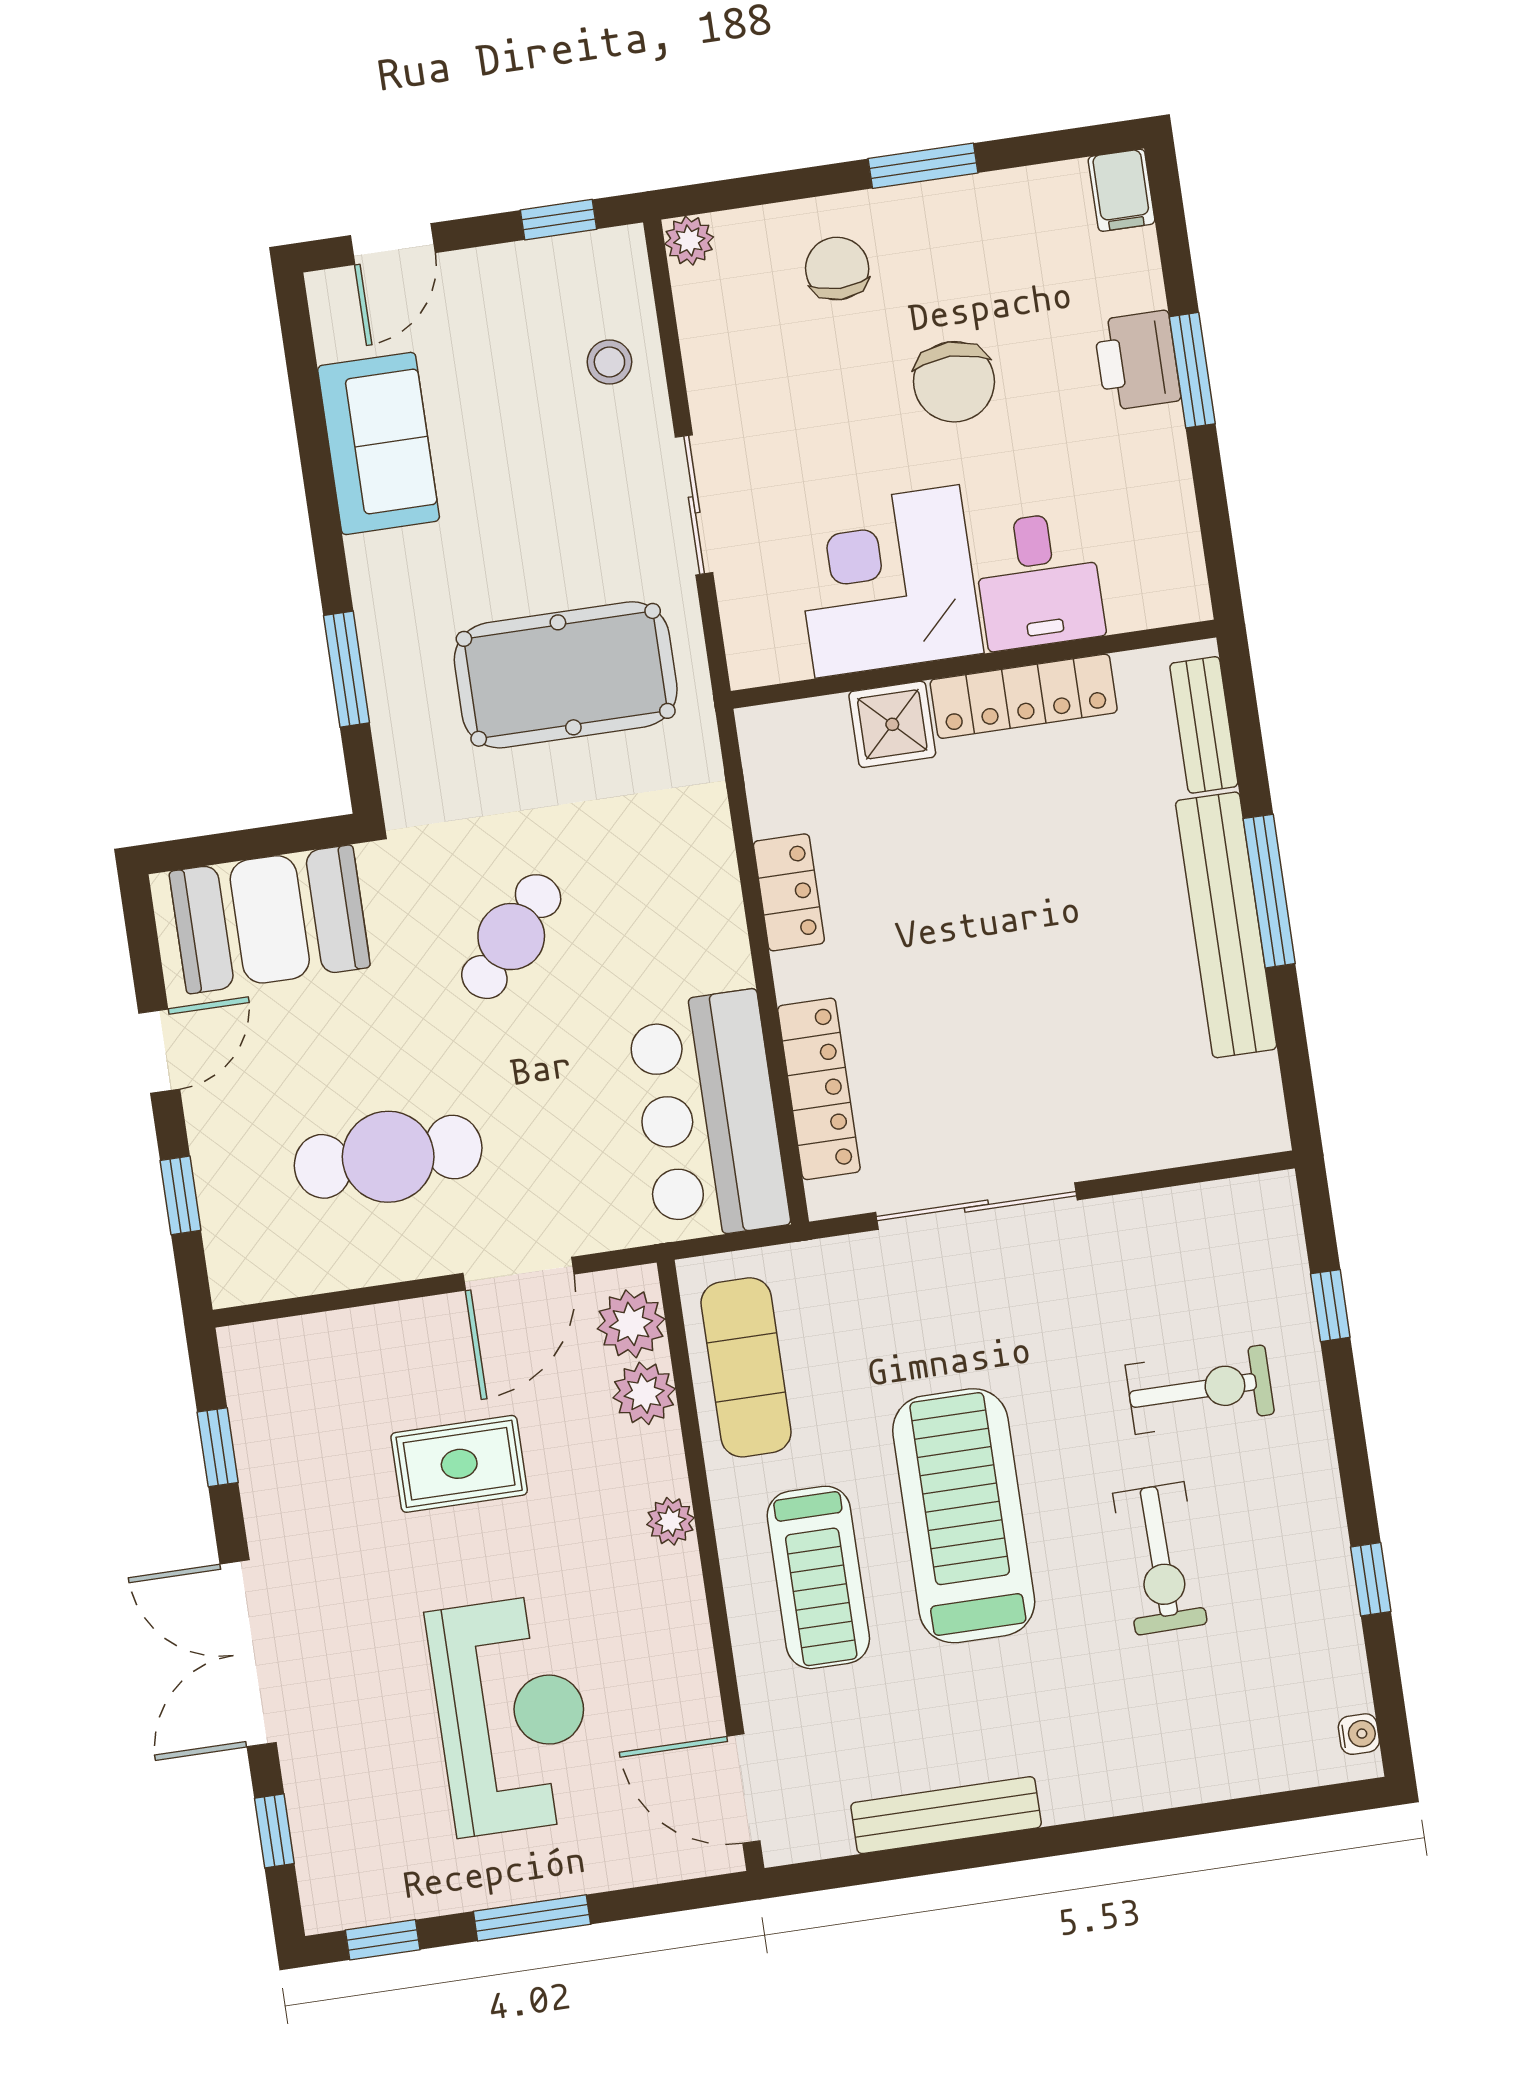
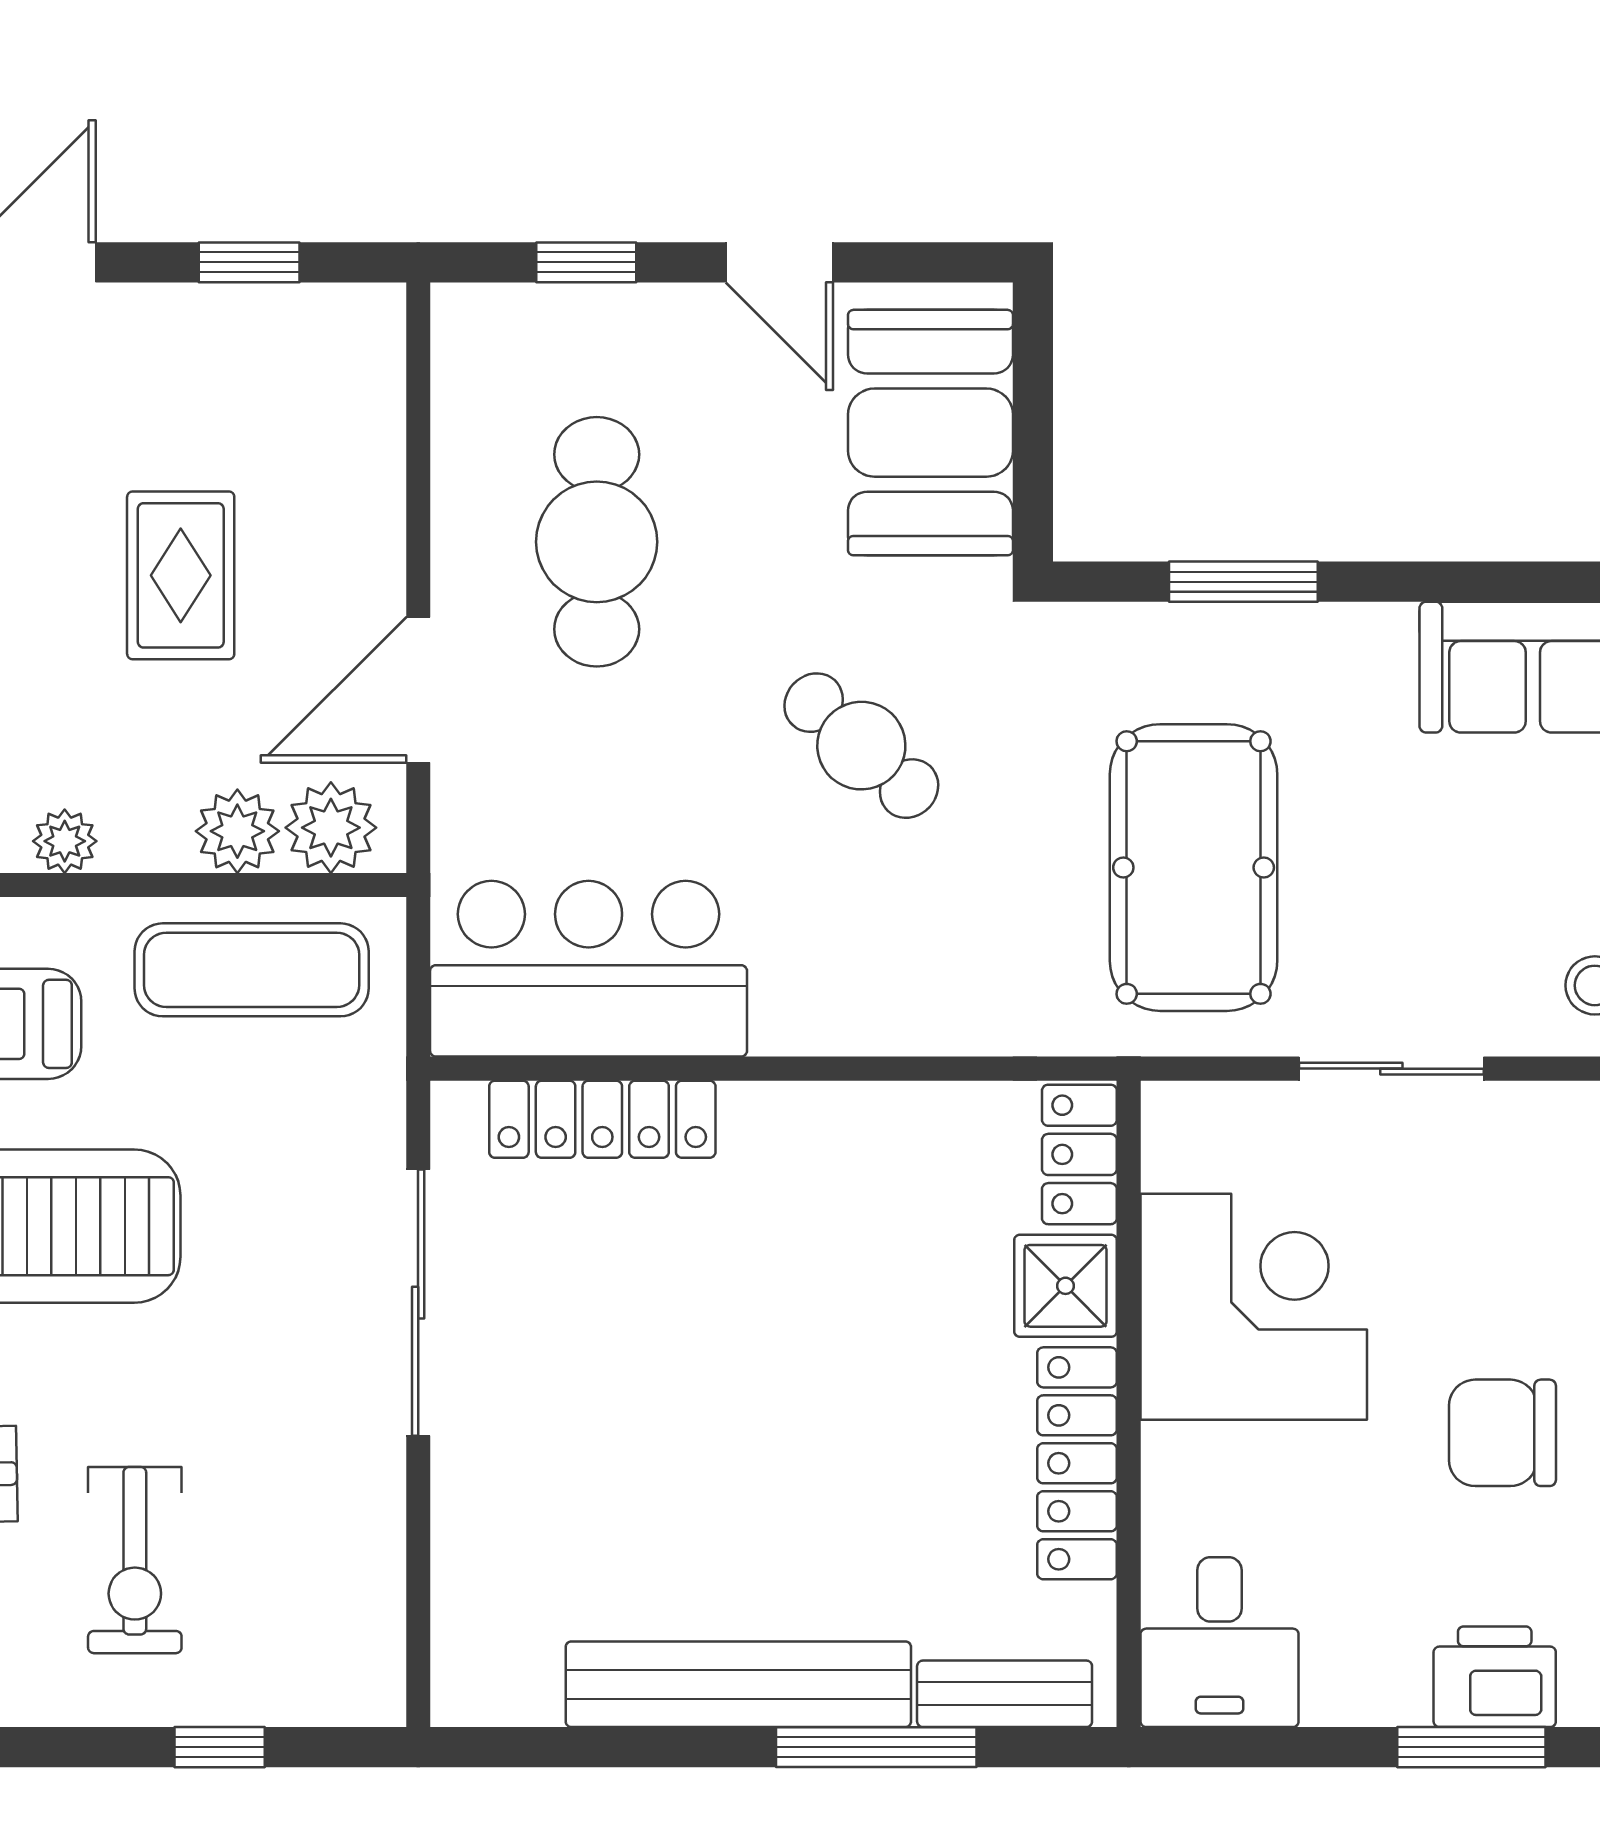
desk: (1038, 580) -> (1220, 1642), moved, turned -90
window: (1269, 891) -> (876, 1747), moved
locker: (789, 892) -> (1079, 1154), moved, turned 90
door: (518, 1274) -> (418, 690), hinge flipped

